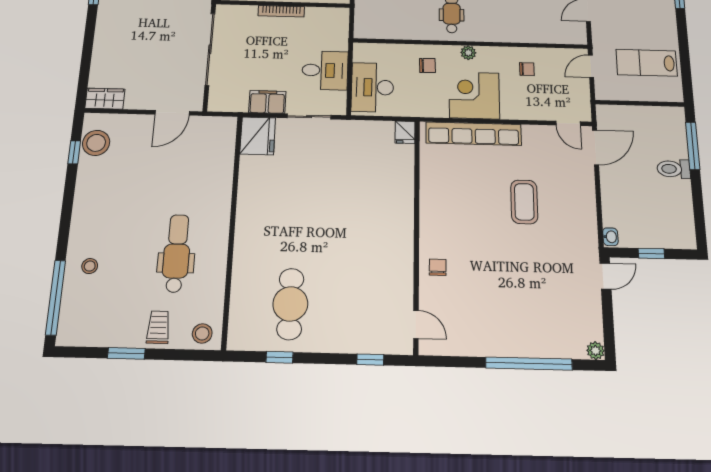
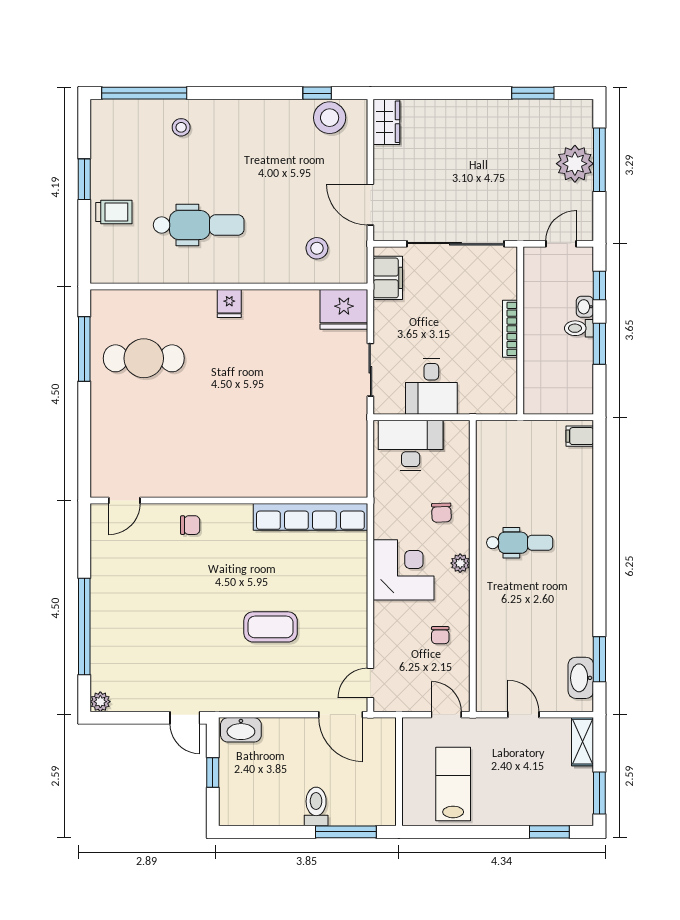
filing cabinet: (267, 102) -> (388, 278), moved
fridge: (405, 132) -> (229, 303), moved, turned -90
row of seats: (474, 134) -> (310, 517), moved, turned -90
washbasin: (610, 237) -> (241, 730), width x1.91, depth x1.45
stool: (202, 333) -> (317, 248), moved
window: (279, 357) -> (84, 349), width x2.17
window: (370, 360) -> (84, 450), removed

